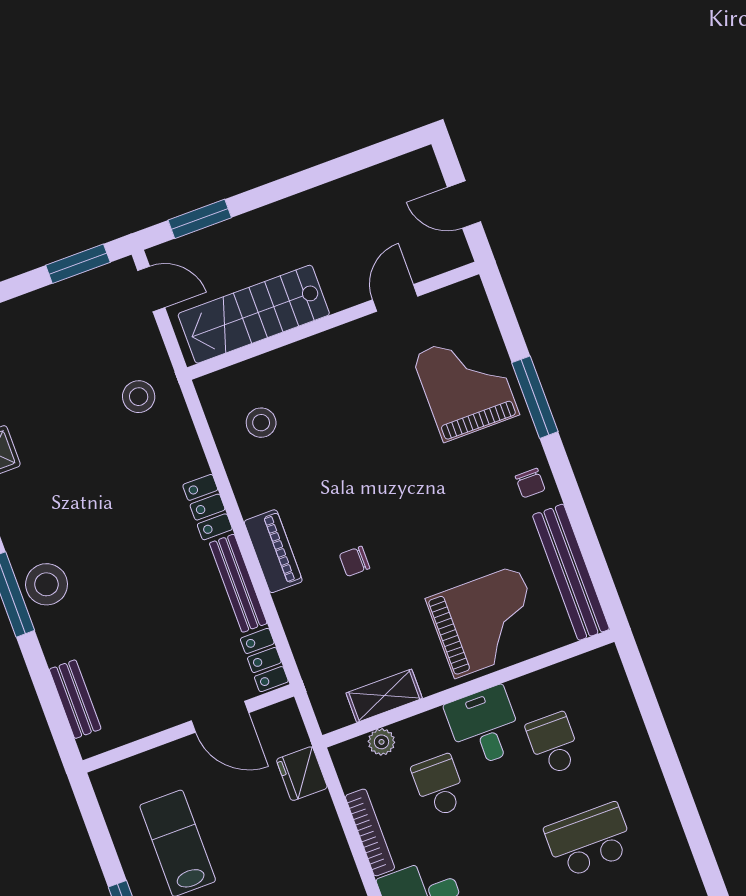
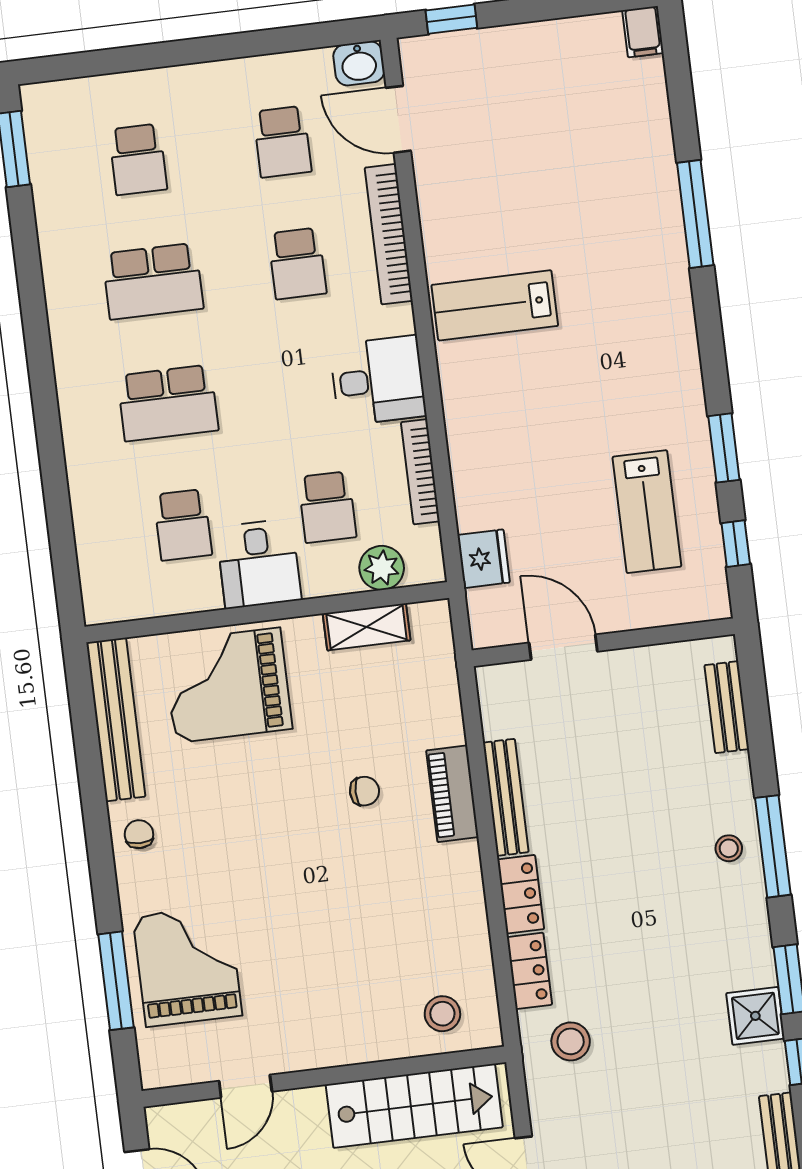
grand piano: (465, 385) -> (187, 966), turned 180
window: (535, 397) -> (116, 981), moved
stool: (261, 423) -> (442, 1014), moved
piano: (273, 551) -> (452, 794), moved
stool: (47, 584) -> (729, 848), width x0.53, depth x0.53
locker: (264, 660) -> (529, 971), moved
plant: (381, 742) -> (382, 568), width x1.38, depth x1.38
window: (99, 834) -> (736, 544), added

